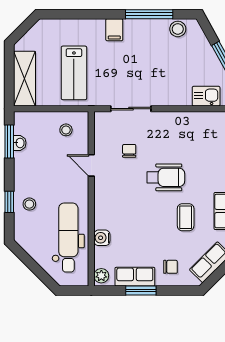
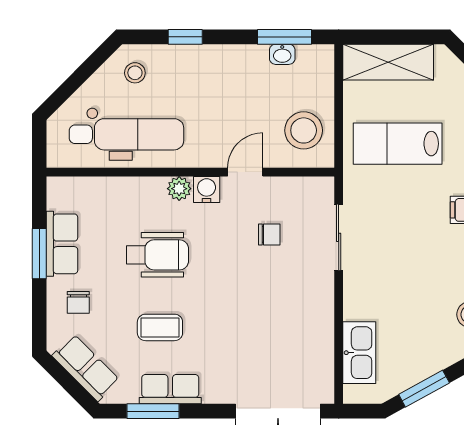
kitchen sink: (206, 96) -> (359, 353), width x1.38
stool: (66, 130) -> (304, 130), width x1.89, depth x1.89
wheelchair: (166, 177) -> (157, 255), moved, turned -90
stool: (29, 204) -> (135, 73), moved
water cooler: (102, 238) -> (207, 190), moved
plant: (101, 276) -> (179, 189), moved

